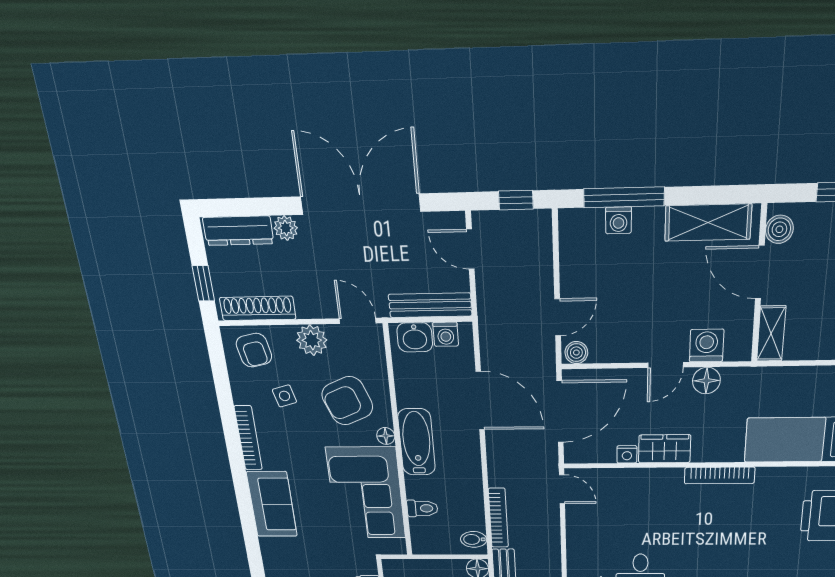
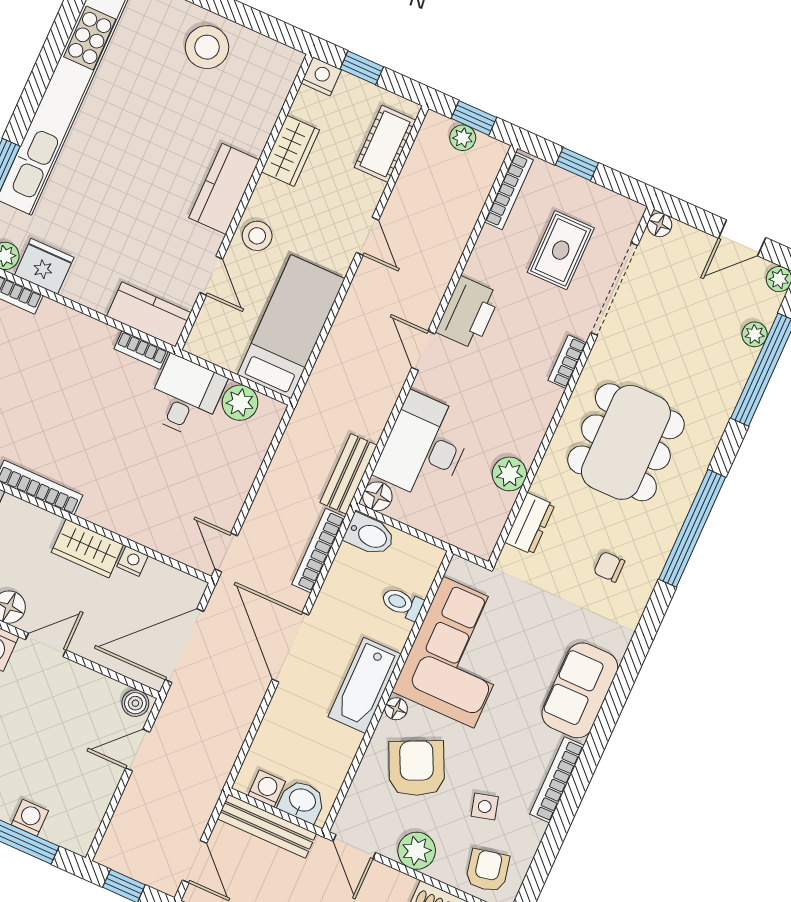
armchair: (347, 401) -> (417, 768), turned -93
door: (480, 401) -> (290, 647), moved
bidet: (474, 539) -> (370, 535), width x1.38, depth x1.36

